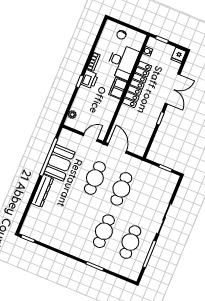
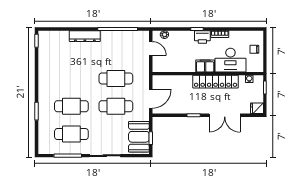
door: (90, 137) -> (151, 48), moved
door: (117, 148) -> (151, 99), moved
booth: (59, 163) -> (139, 137), moved, turned 90

